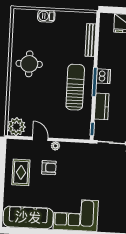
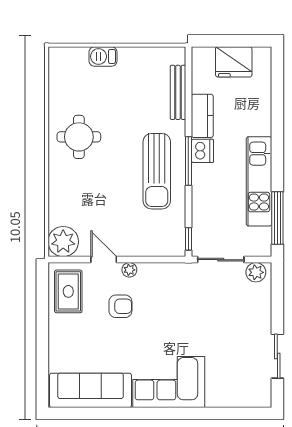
sun lounger: (75, 87) -> (157, 171), turned 180
kitchen counter: (102, 106) -> (202, 116), moved
rug: (21, 172) -> (68, 291), moved

